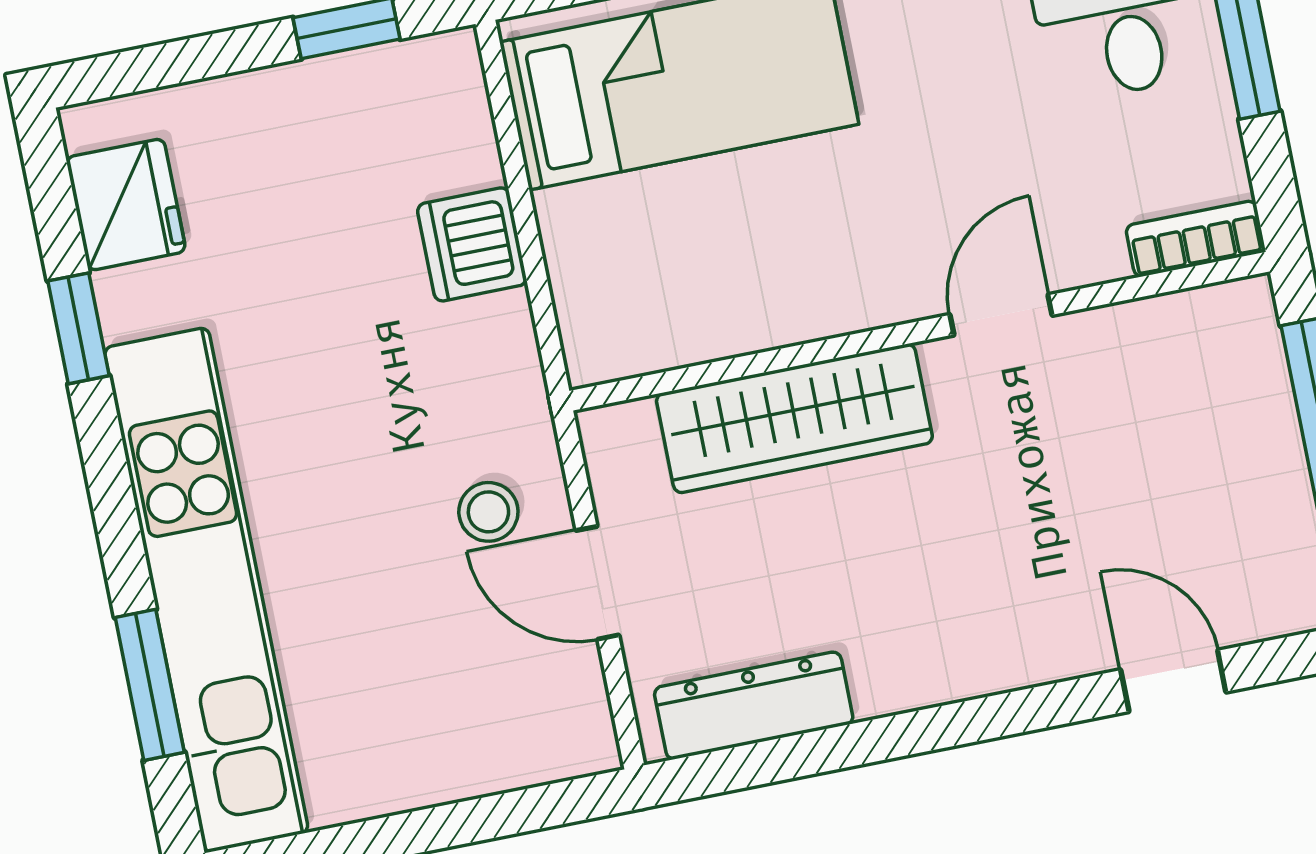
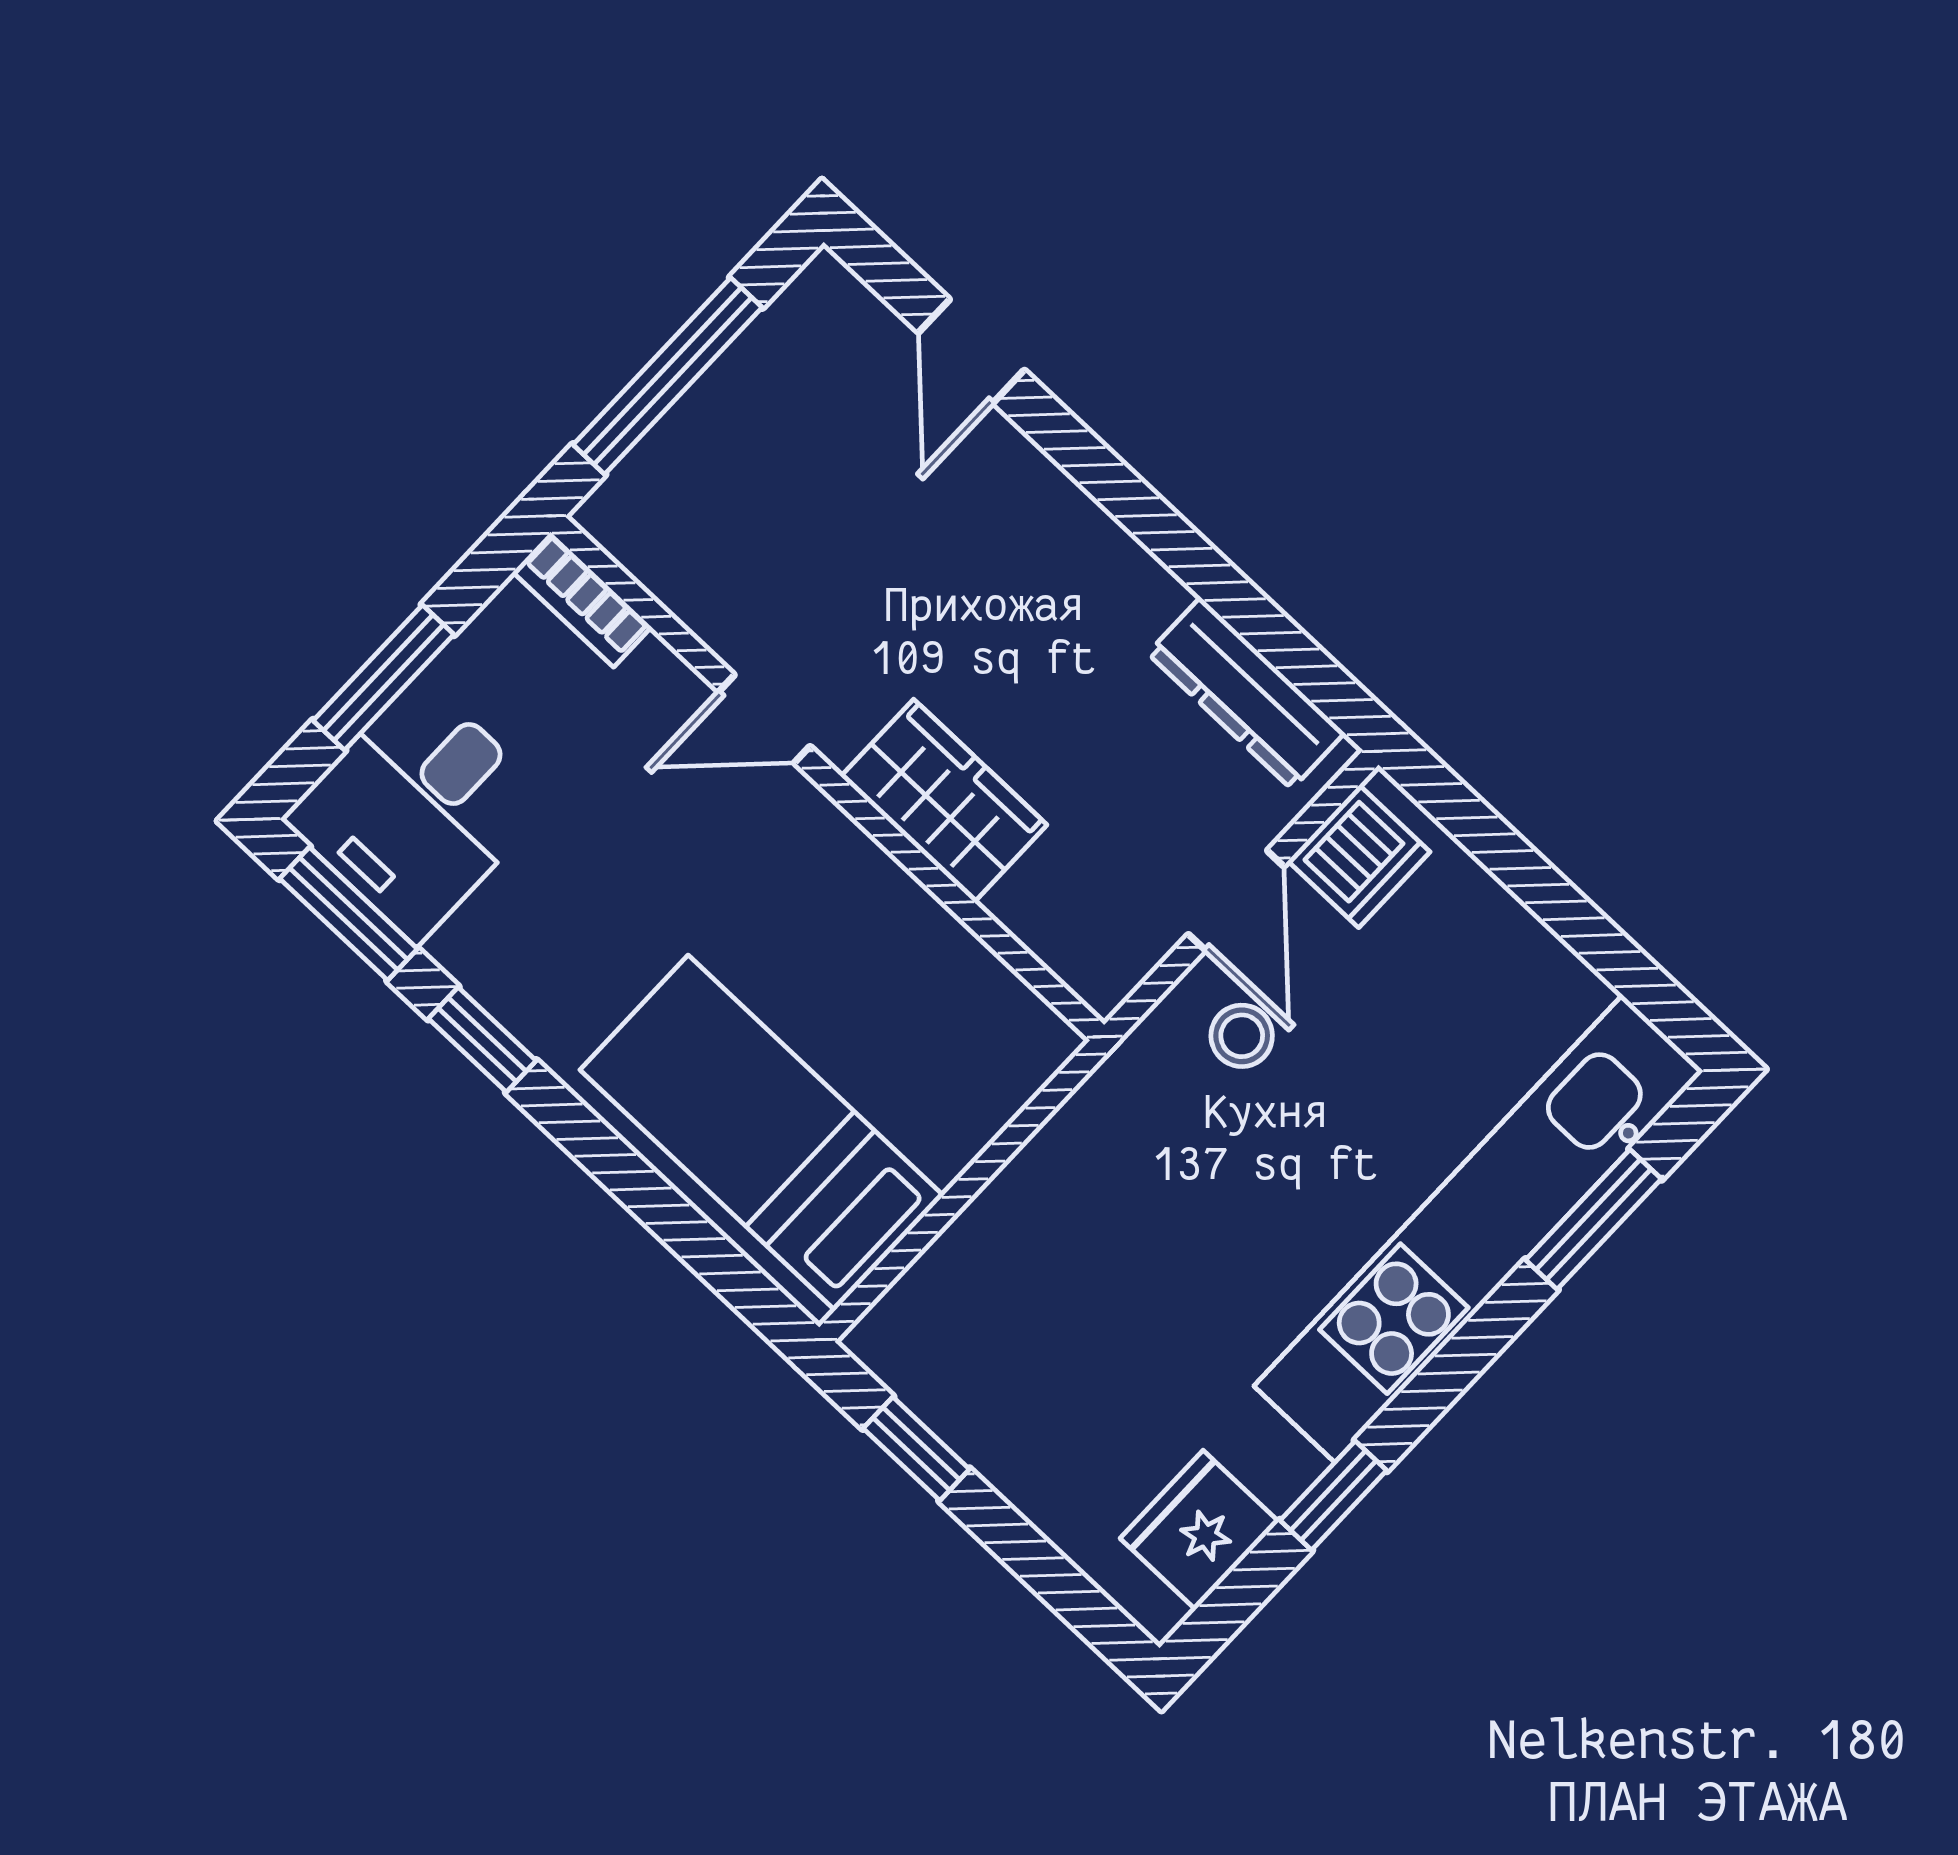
dishwasher: (472, 244) -> (1359, 856), moved
wardrobe: (794, 418) -> (944, 801), width x0.67

